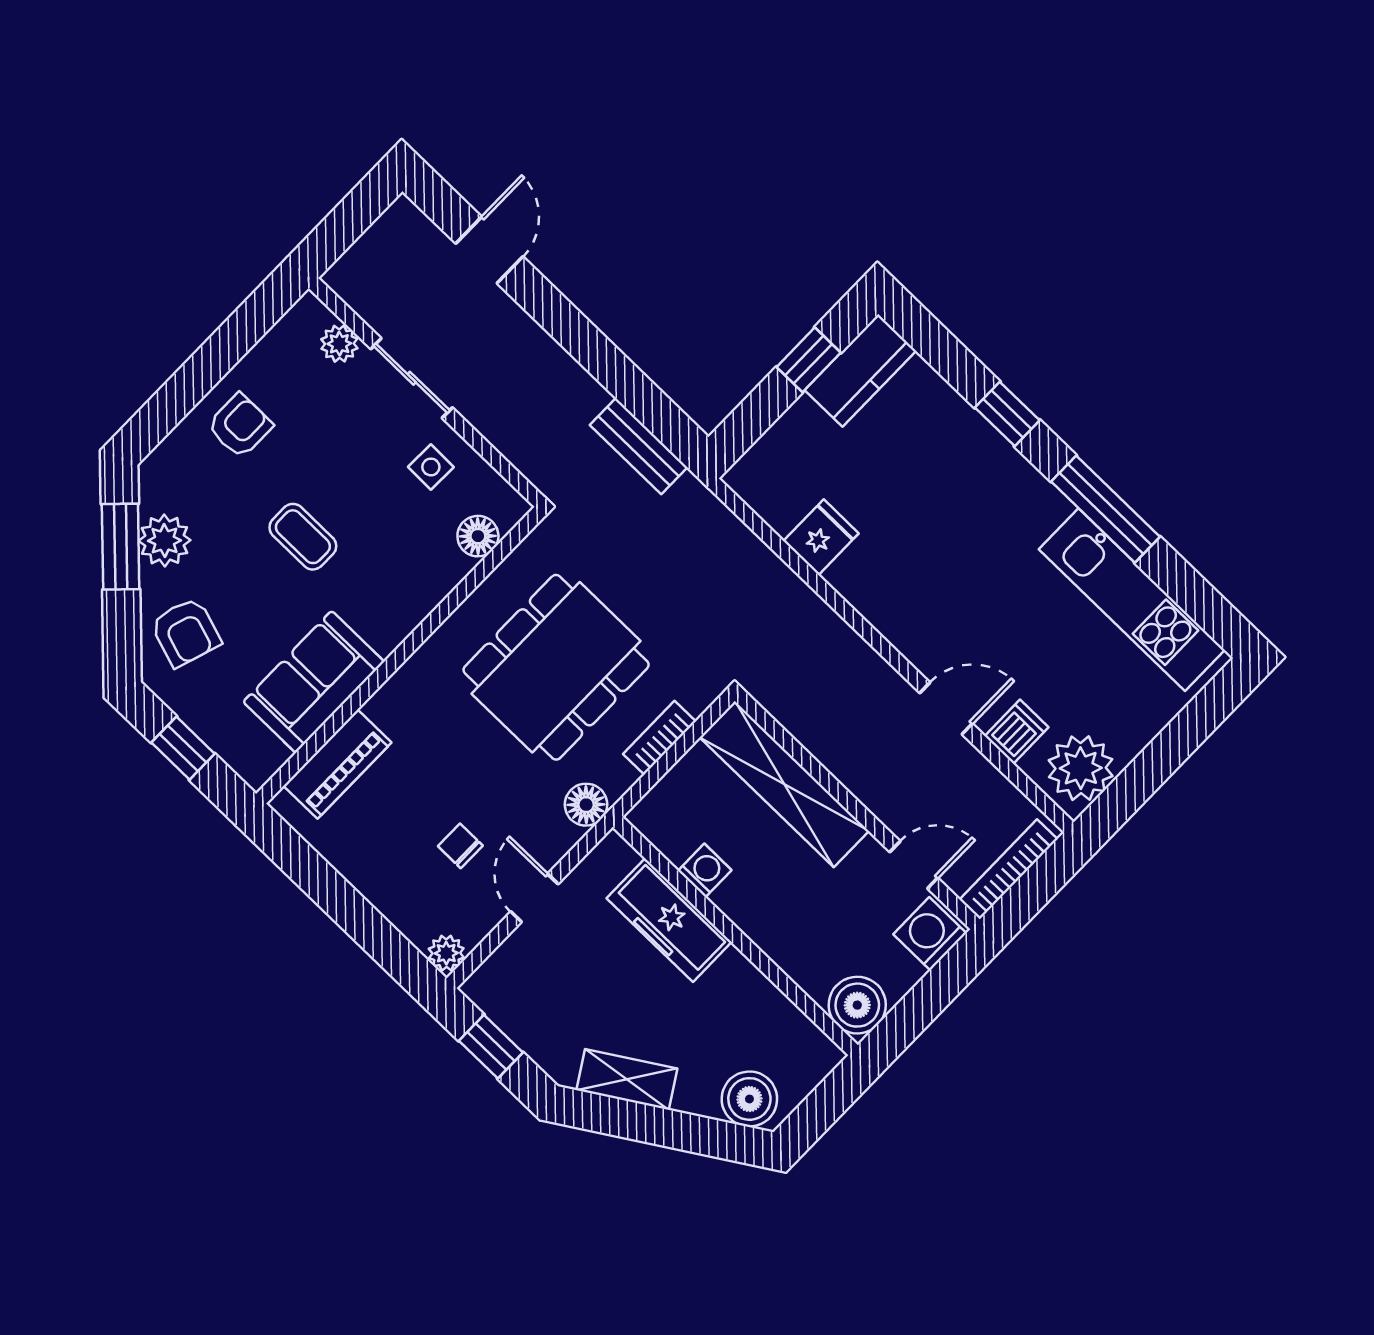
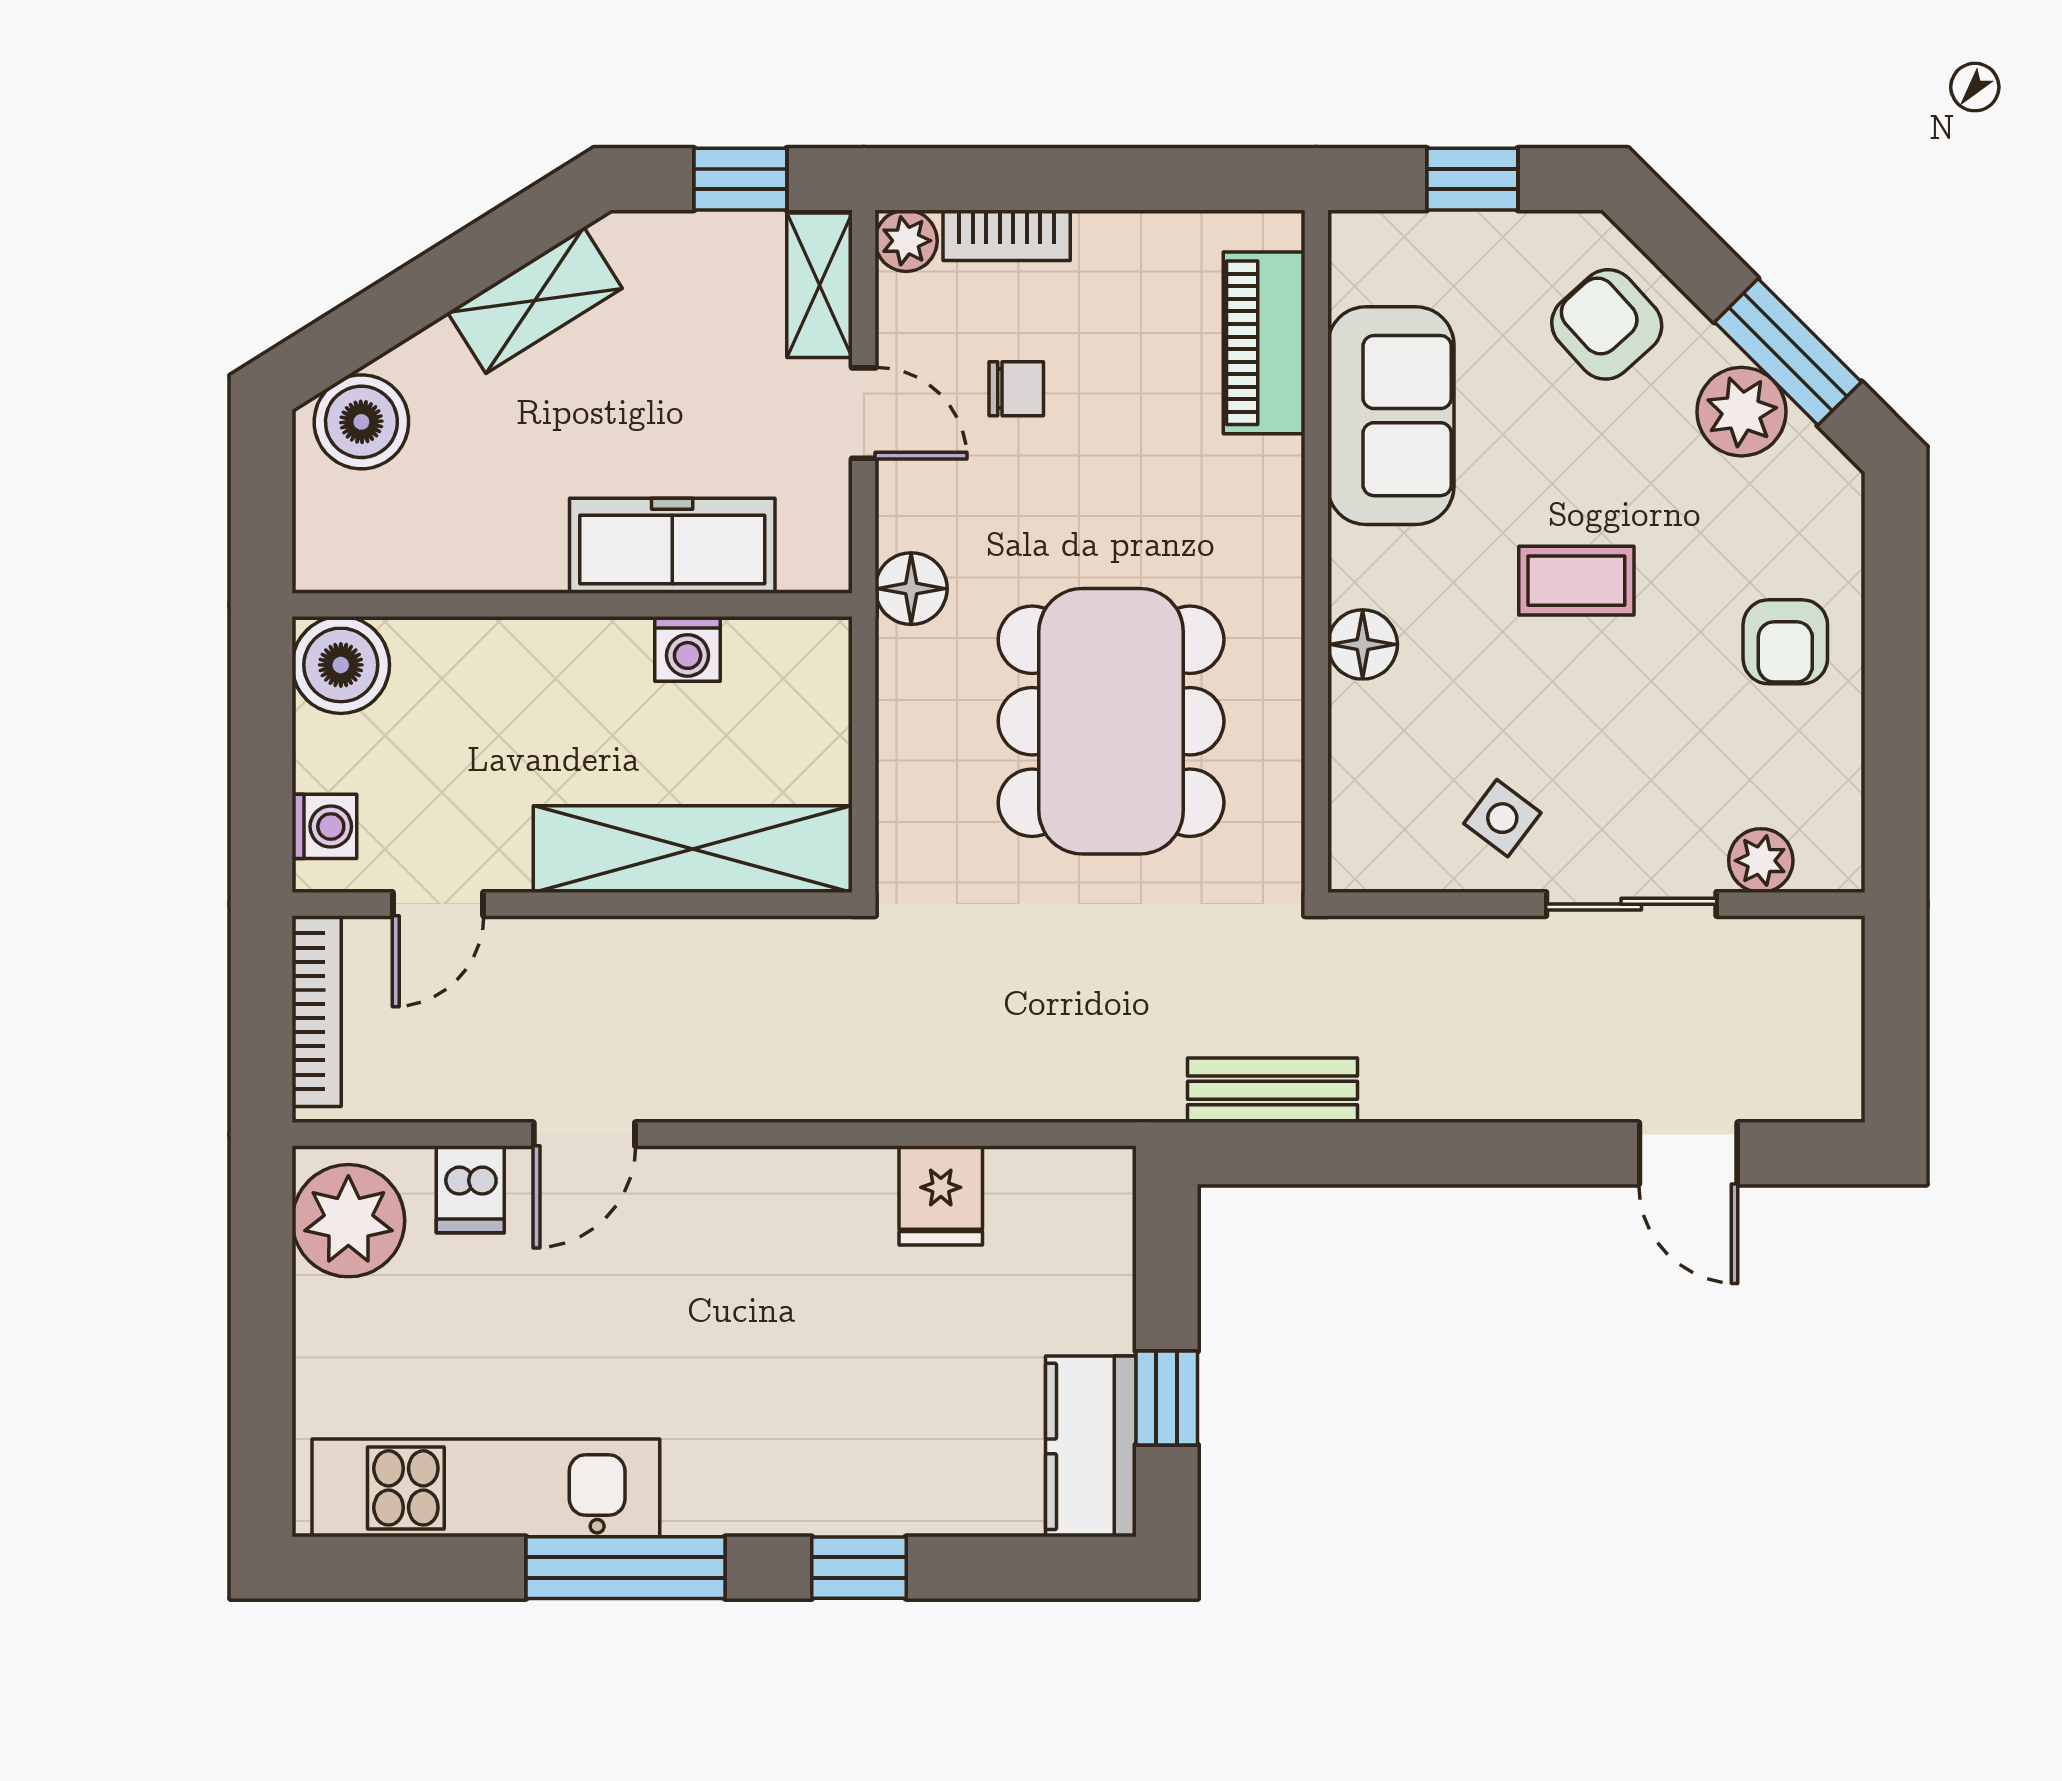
side table: (431, 467) -> (1502, 818), turned 36
floor lamp: (478, 536) -> (1363, 644), moved
armchair: (186, 632) -> (1607, 324), turned 30
bookcase: (660, 738) -> (1007, 235), moved, turned 90
washing machine: (930, 934) -> (324, 826), width x0.73, depth x0.73
shelving: (501, 970) -> (820, 285), added

